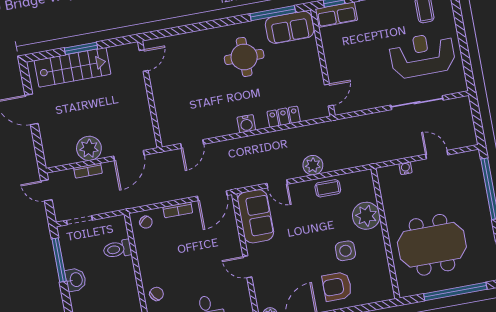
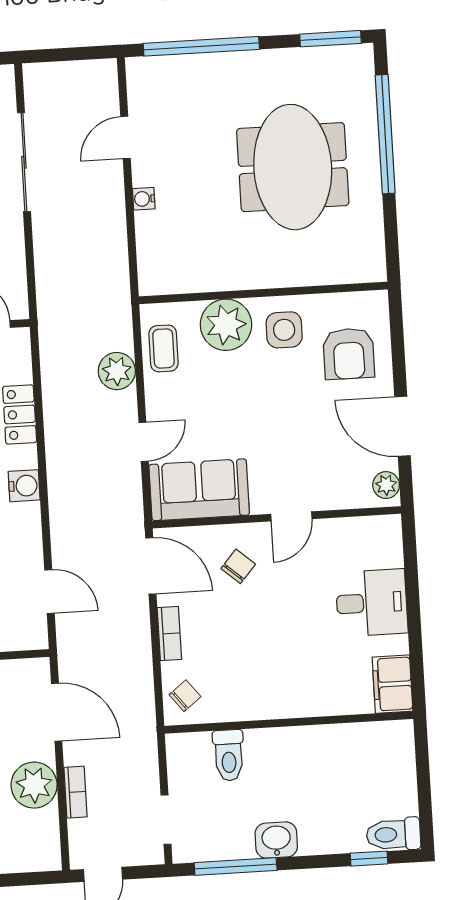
plant: (366, 216) -> (226, 325), moved
wall: (385, 233) -> (263, 293), moved
chair: (157, 294) -> (238, 566), moved, turned 78

